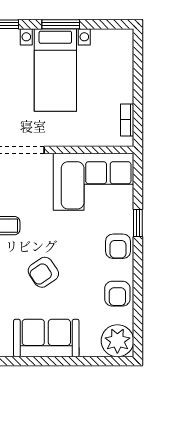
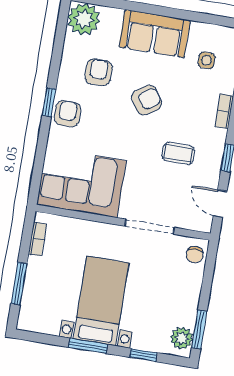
window: (138, 73) -> (19, 284), added
window: (138, 223) -> (49, 102), moved
armchair: (117, 294) -> (99, 72), moved

